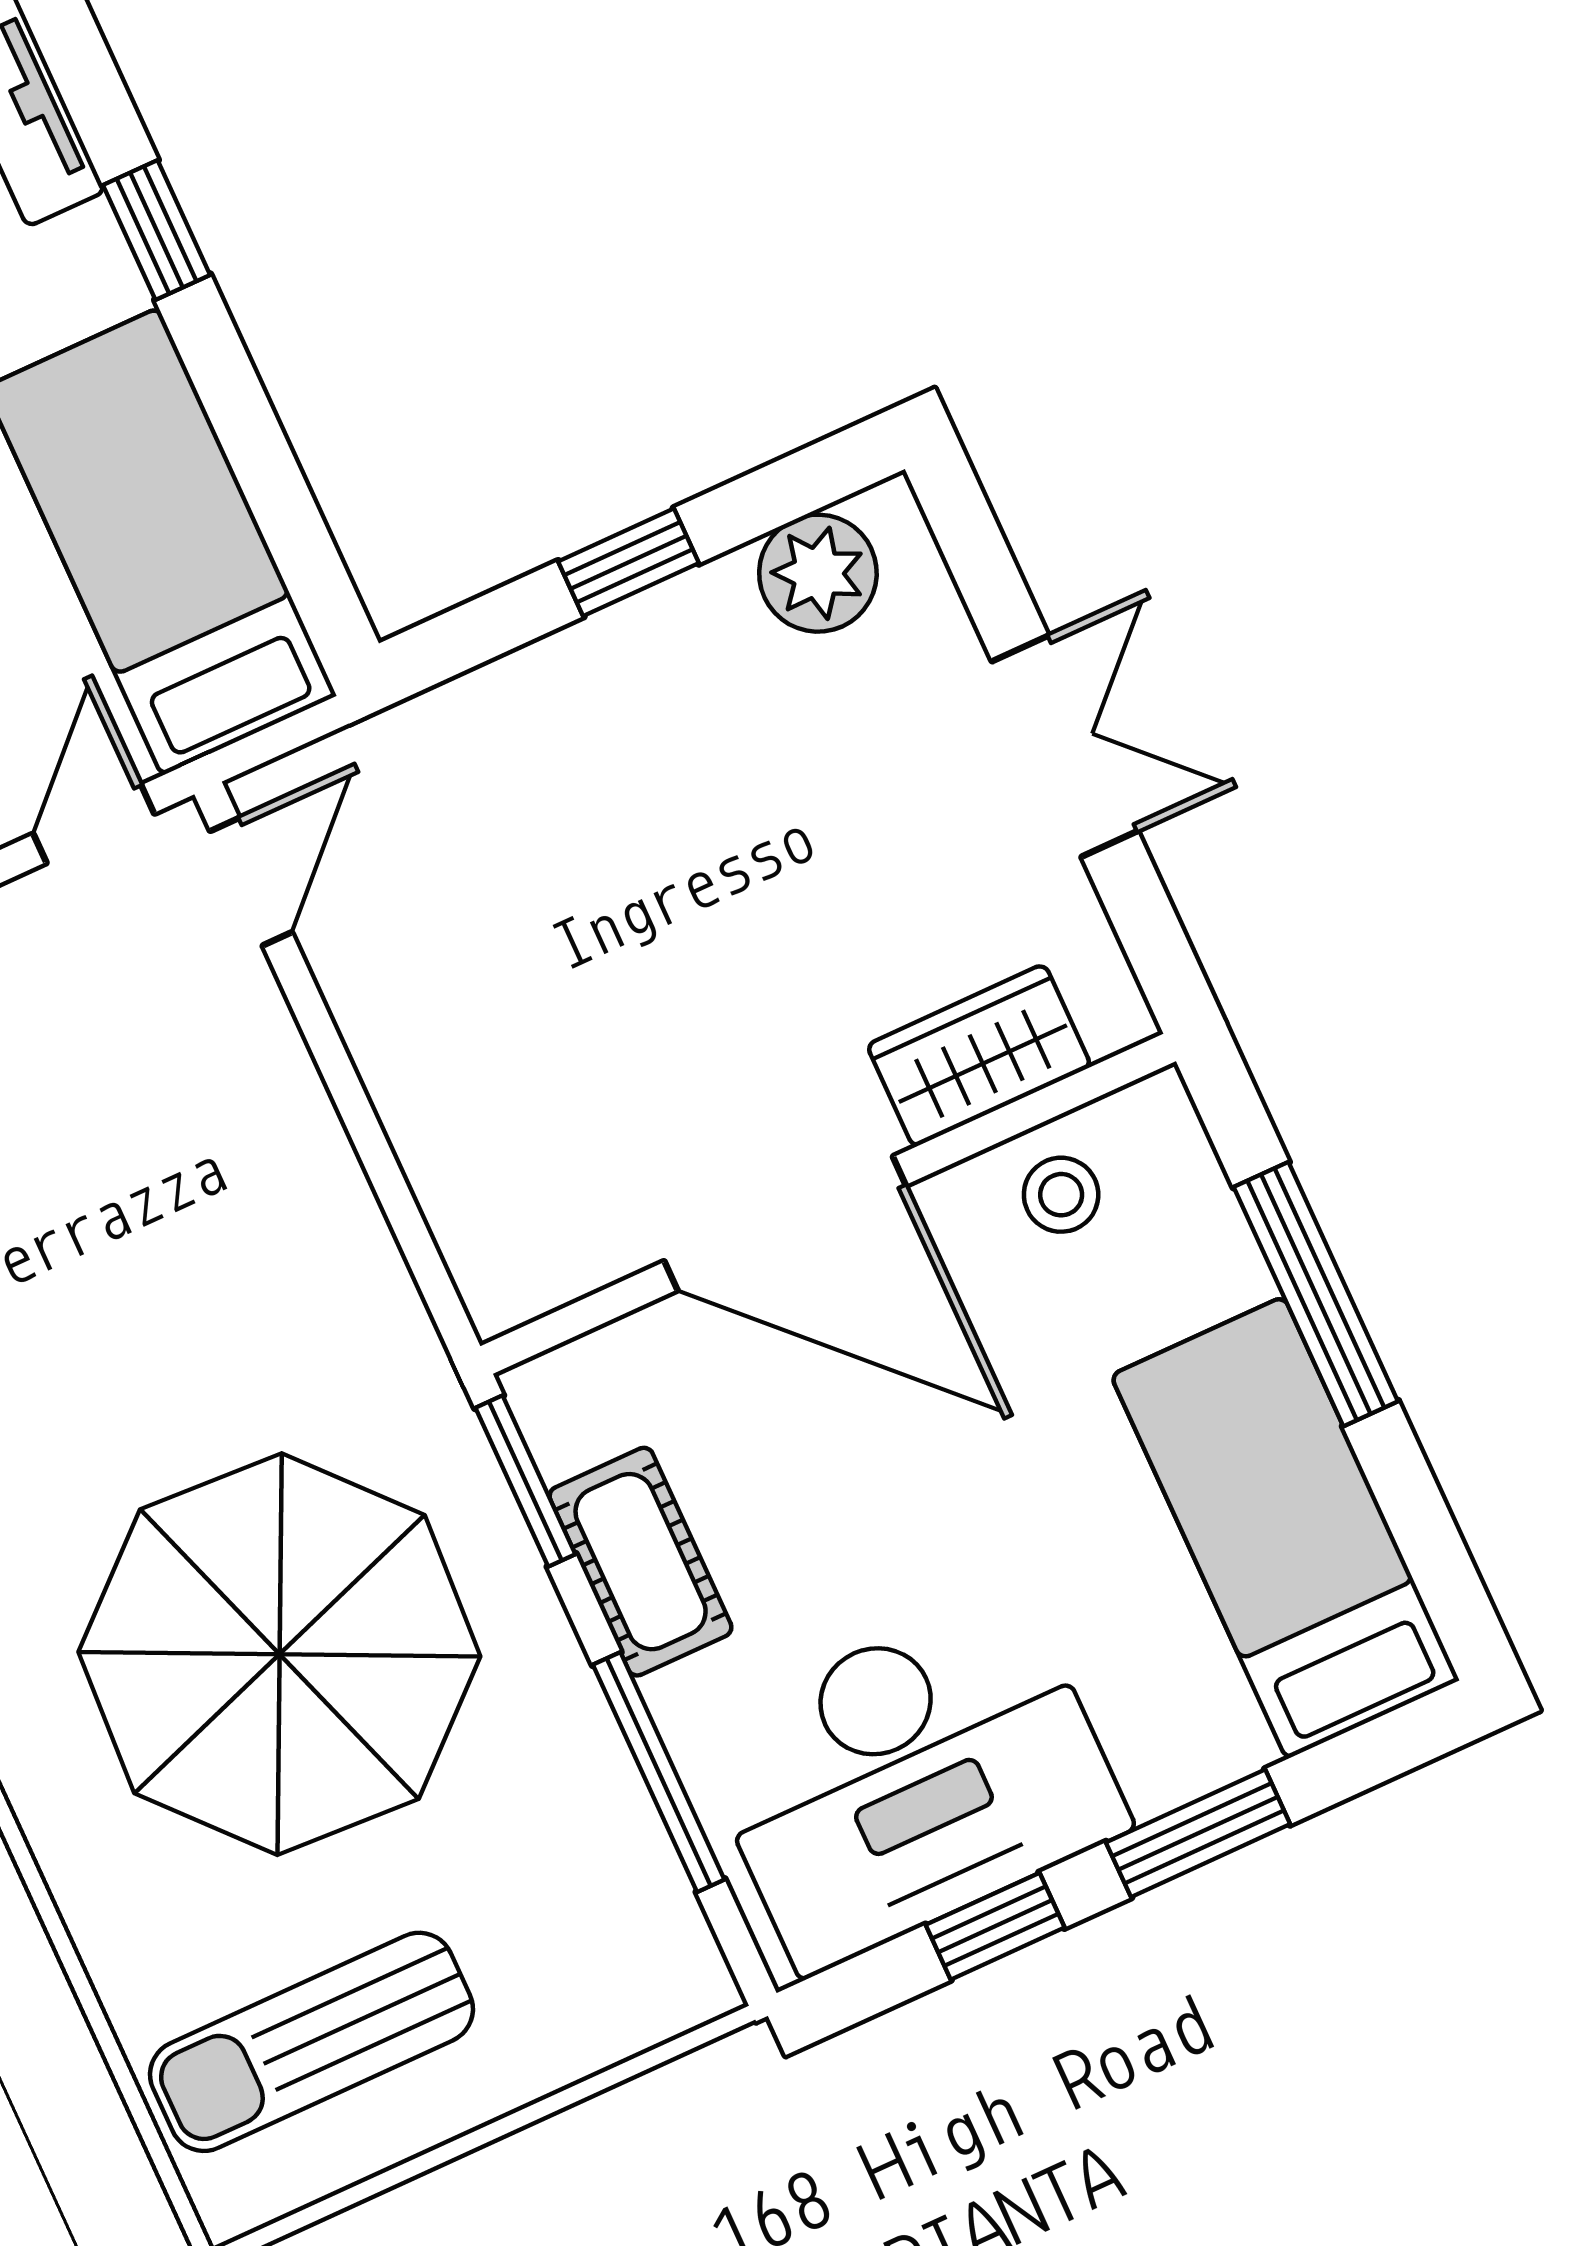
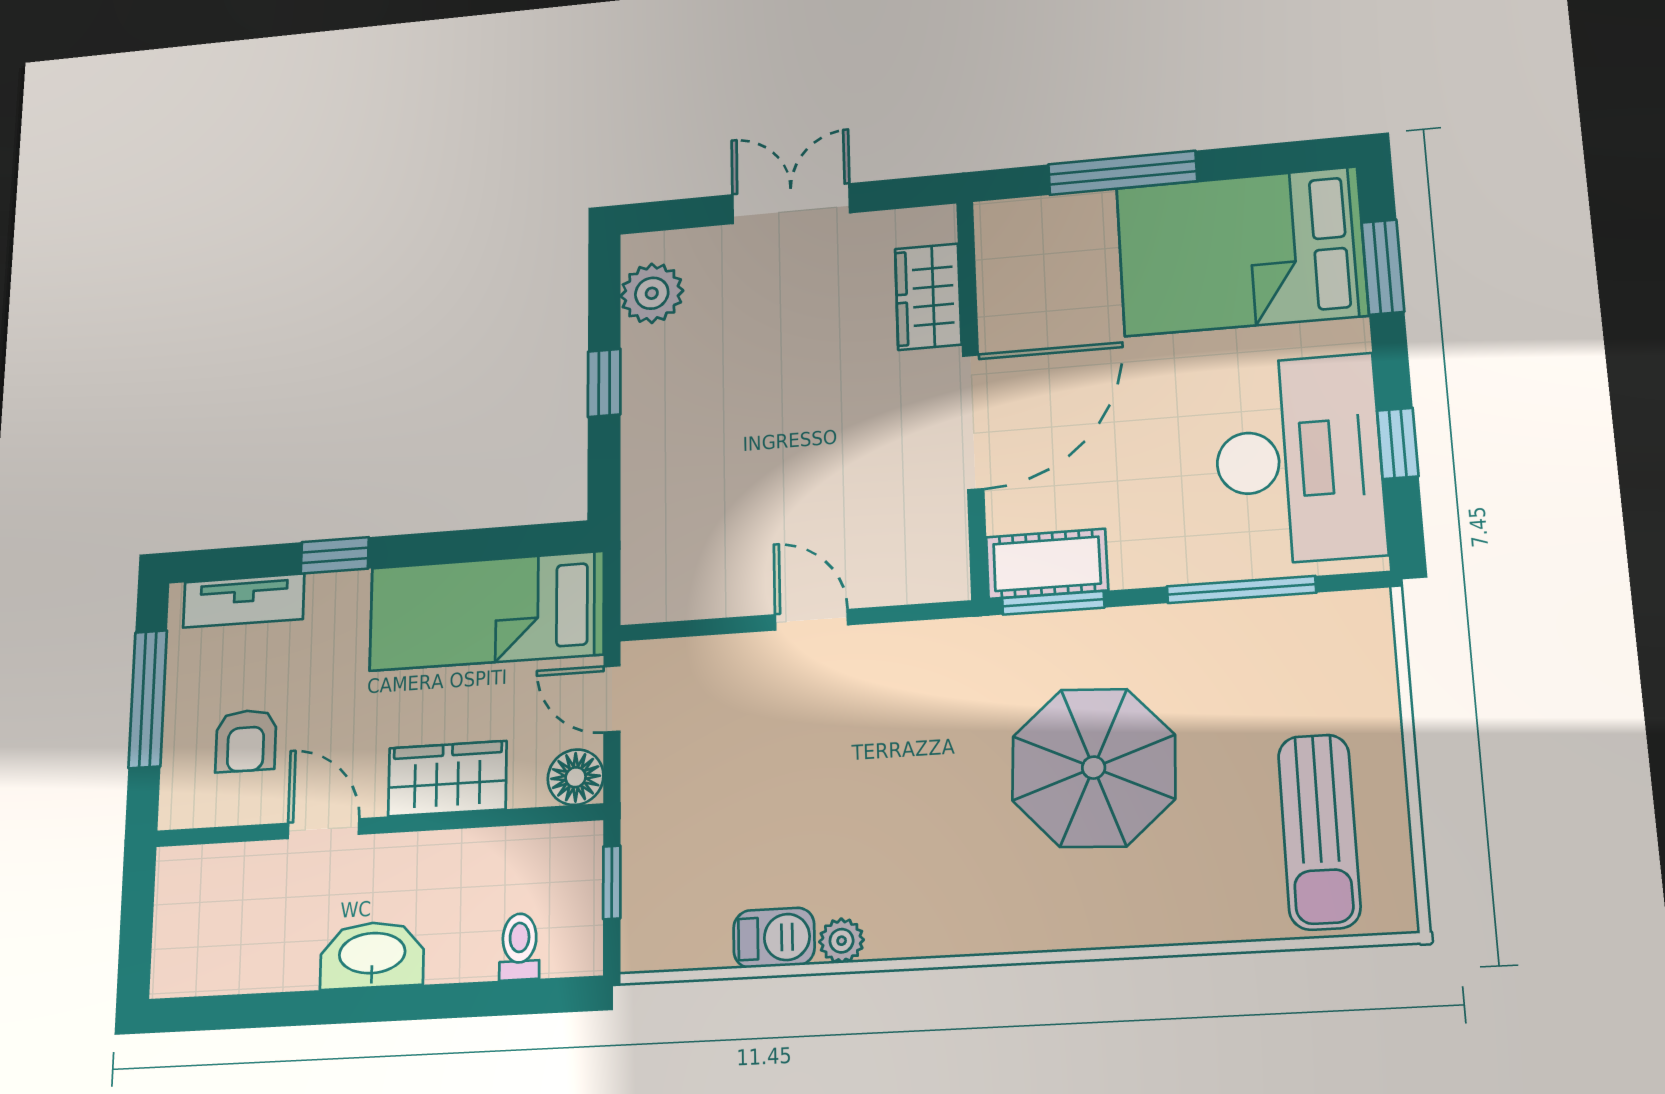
door: (251, 882) -> (811, 620), moved
stool: (1061, 1195) -> (1017, 280), removed
bed: (1285, 1528) -> (1241, 251), width x1.50
cot: (641, 1562) -> (1047, 564), moved
parasol: (279, 1654) -> (1094, 768), width x0.73, depth x0.73
window: (1198, 1833) -> (1383, 267), moved

